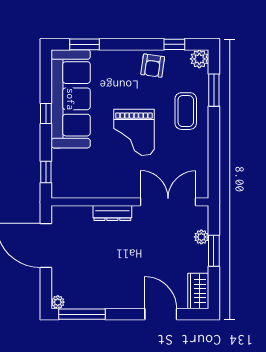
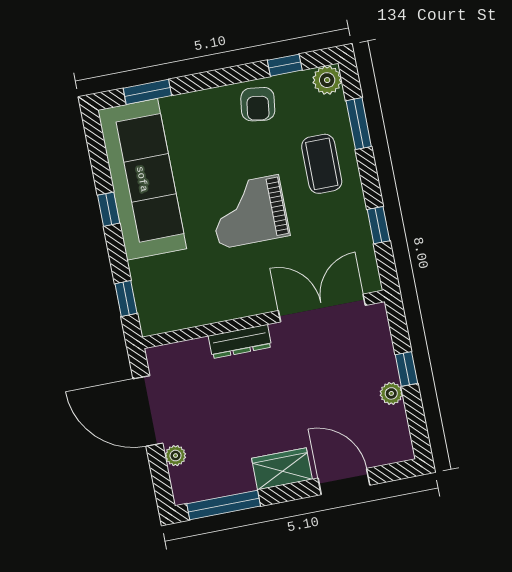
grand piano: (134, 132) -> (249, 212), turned 90
window: (214, 157) -> (378, 225), added
plant: (201, 237) -> (391, 393), moved
window: (214, 251) -> (406, 369), width x0.67
wardrobe: (198, 291) -> (282, 469), moved, turned 90
plant: (58, 302) -> (175, 456), moved

